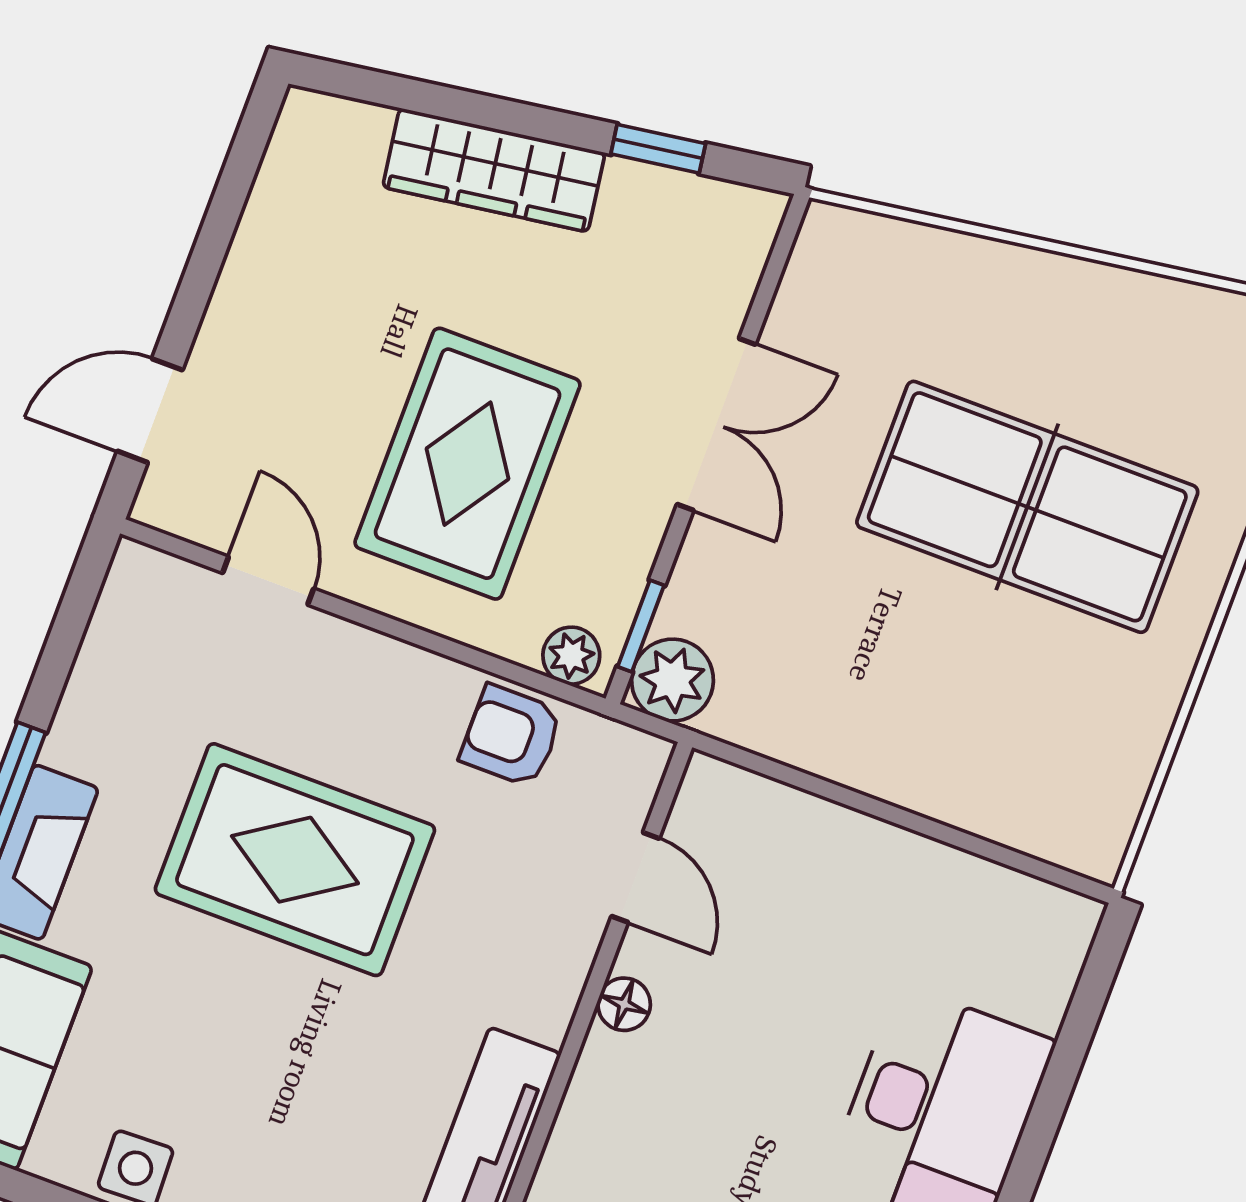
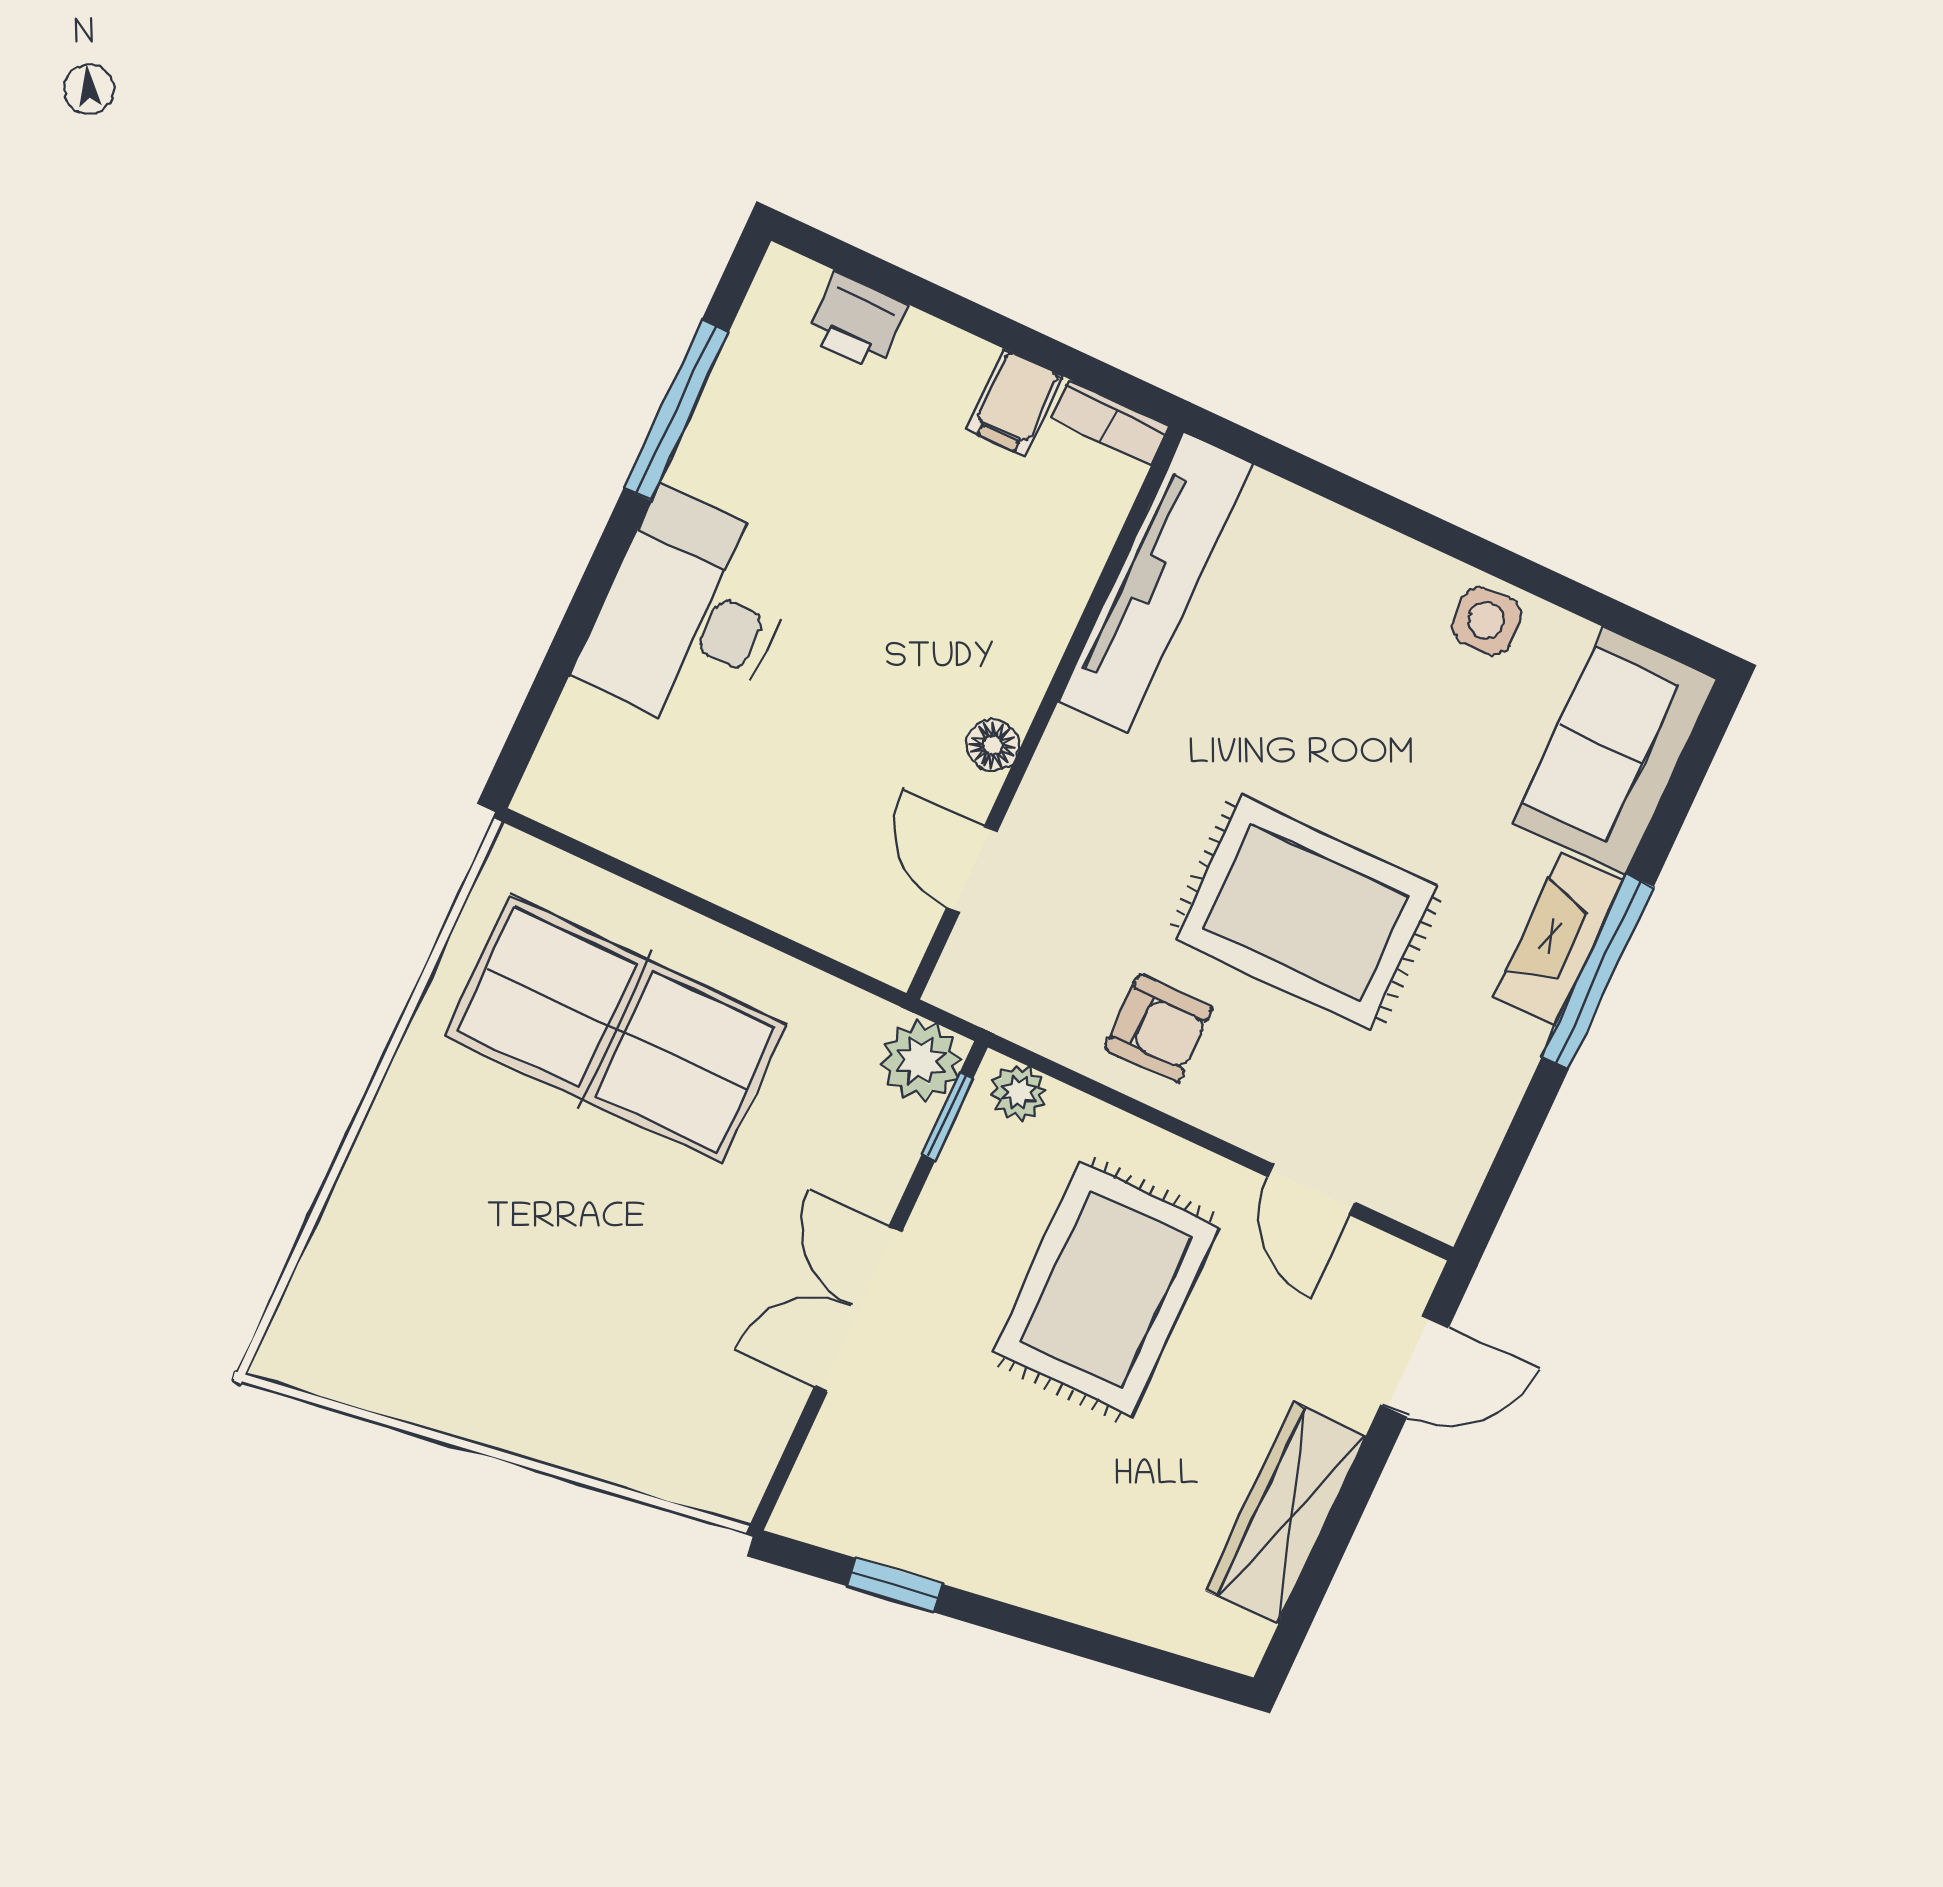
wardrobe: (494, 170) -> (1286, 1513), moved, turned -82
table tennis table: (1027, 507) -> (616, 1029), moved
armchair: (511, 736) -> (1159, 1029), moved

